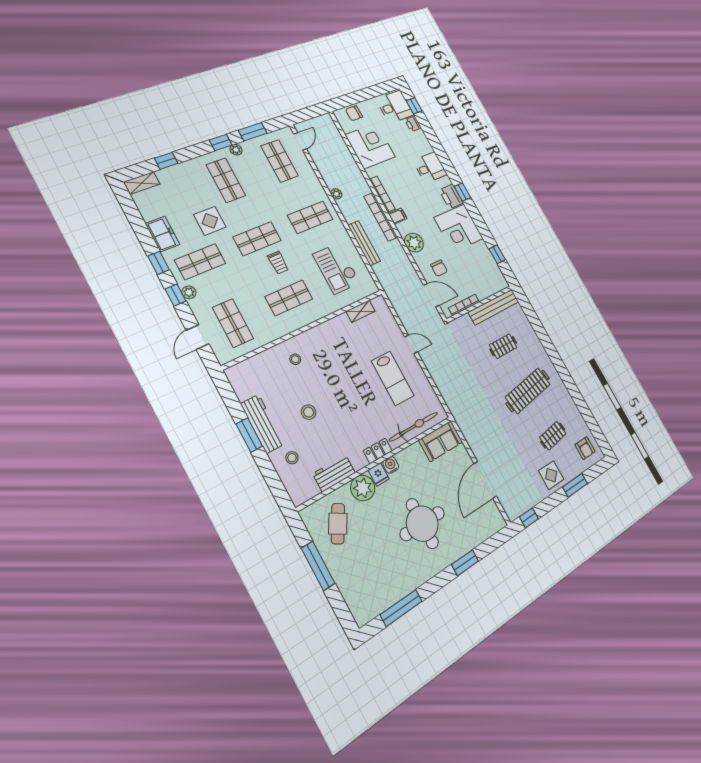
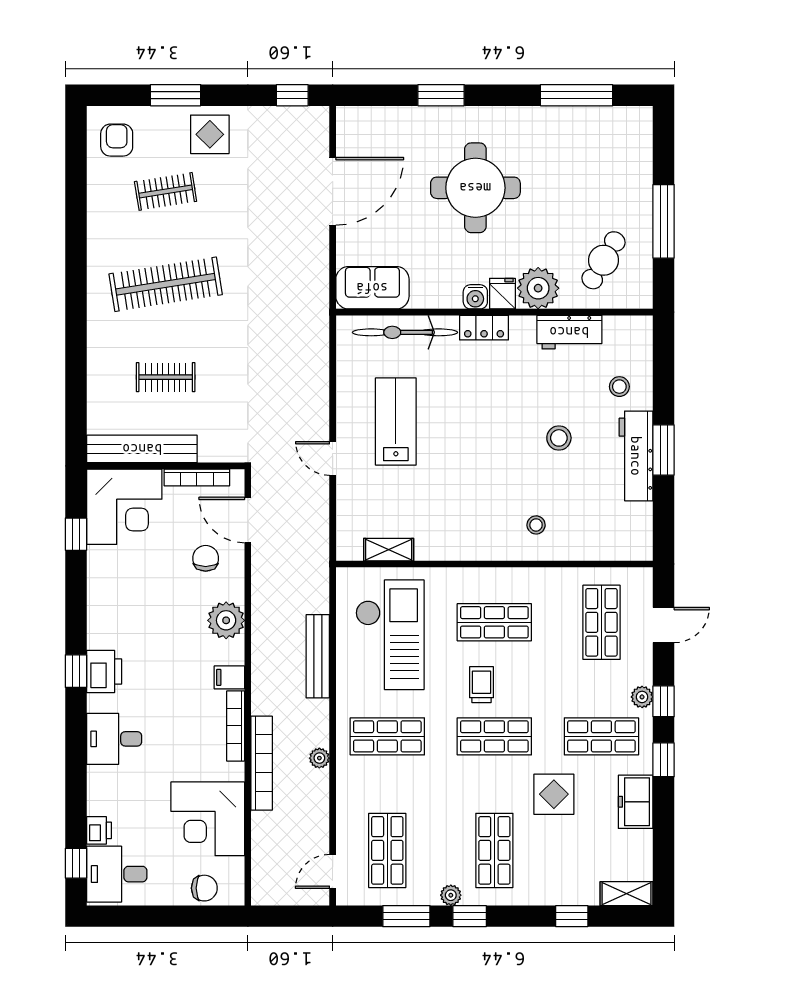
bookcase: (381, 217) -> (262, 763), moved
corner desk: (459, 228) -> (124, 507), moved, turned 90
checkout: (337, 269) -> (390, 635), width x1.36, depth x1.21

